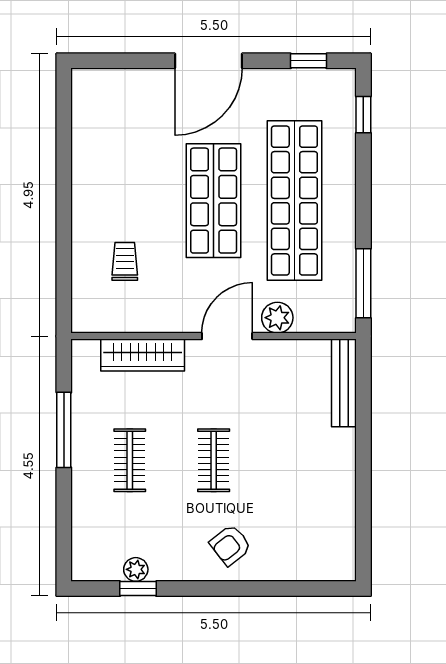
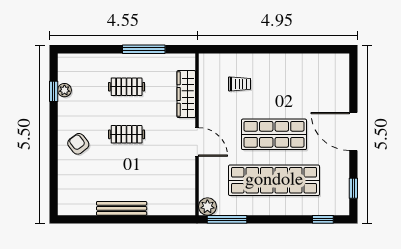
plant: (277, 318) -> (207, 207), moved
bench: (344, 383) -> (122, 208), moved

